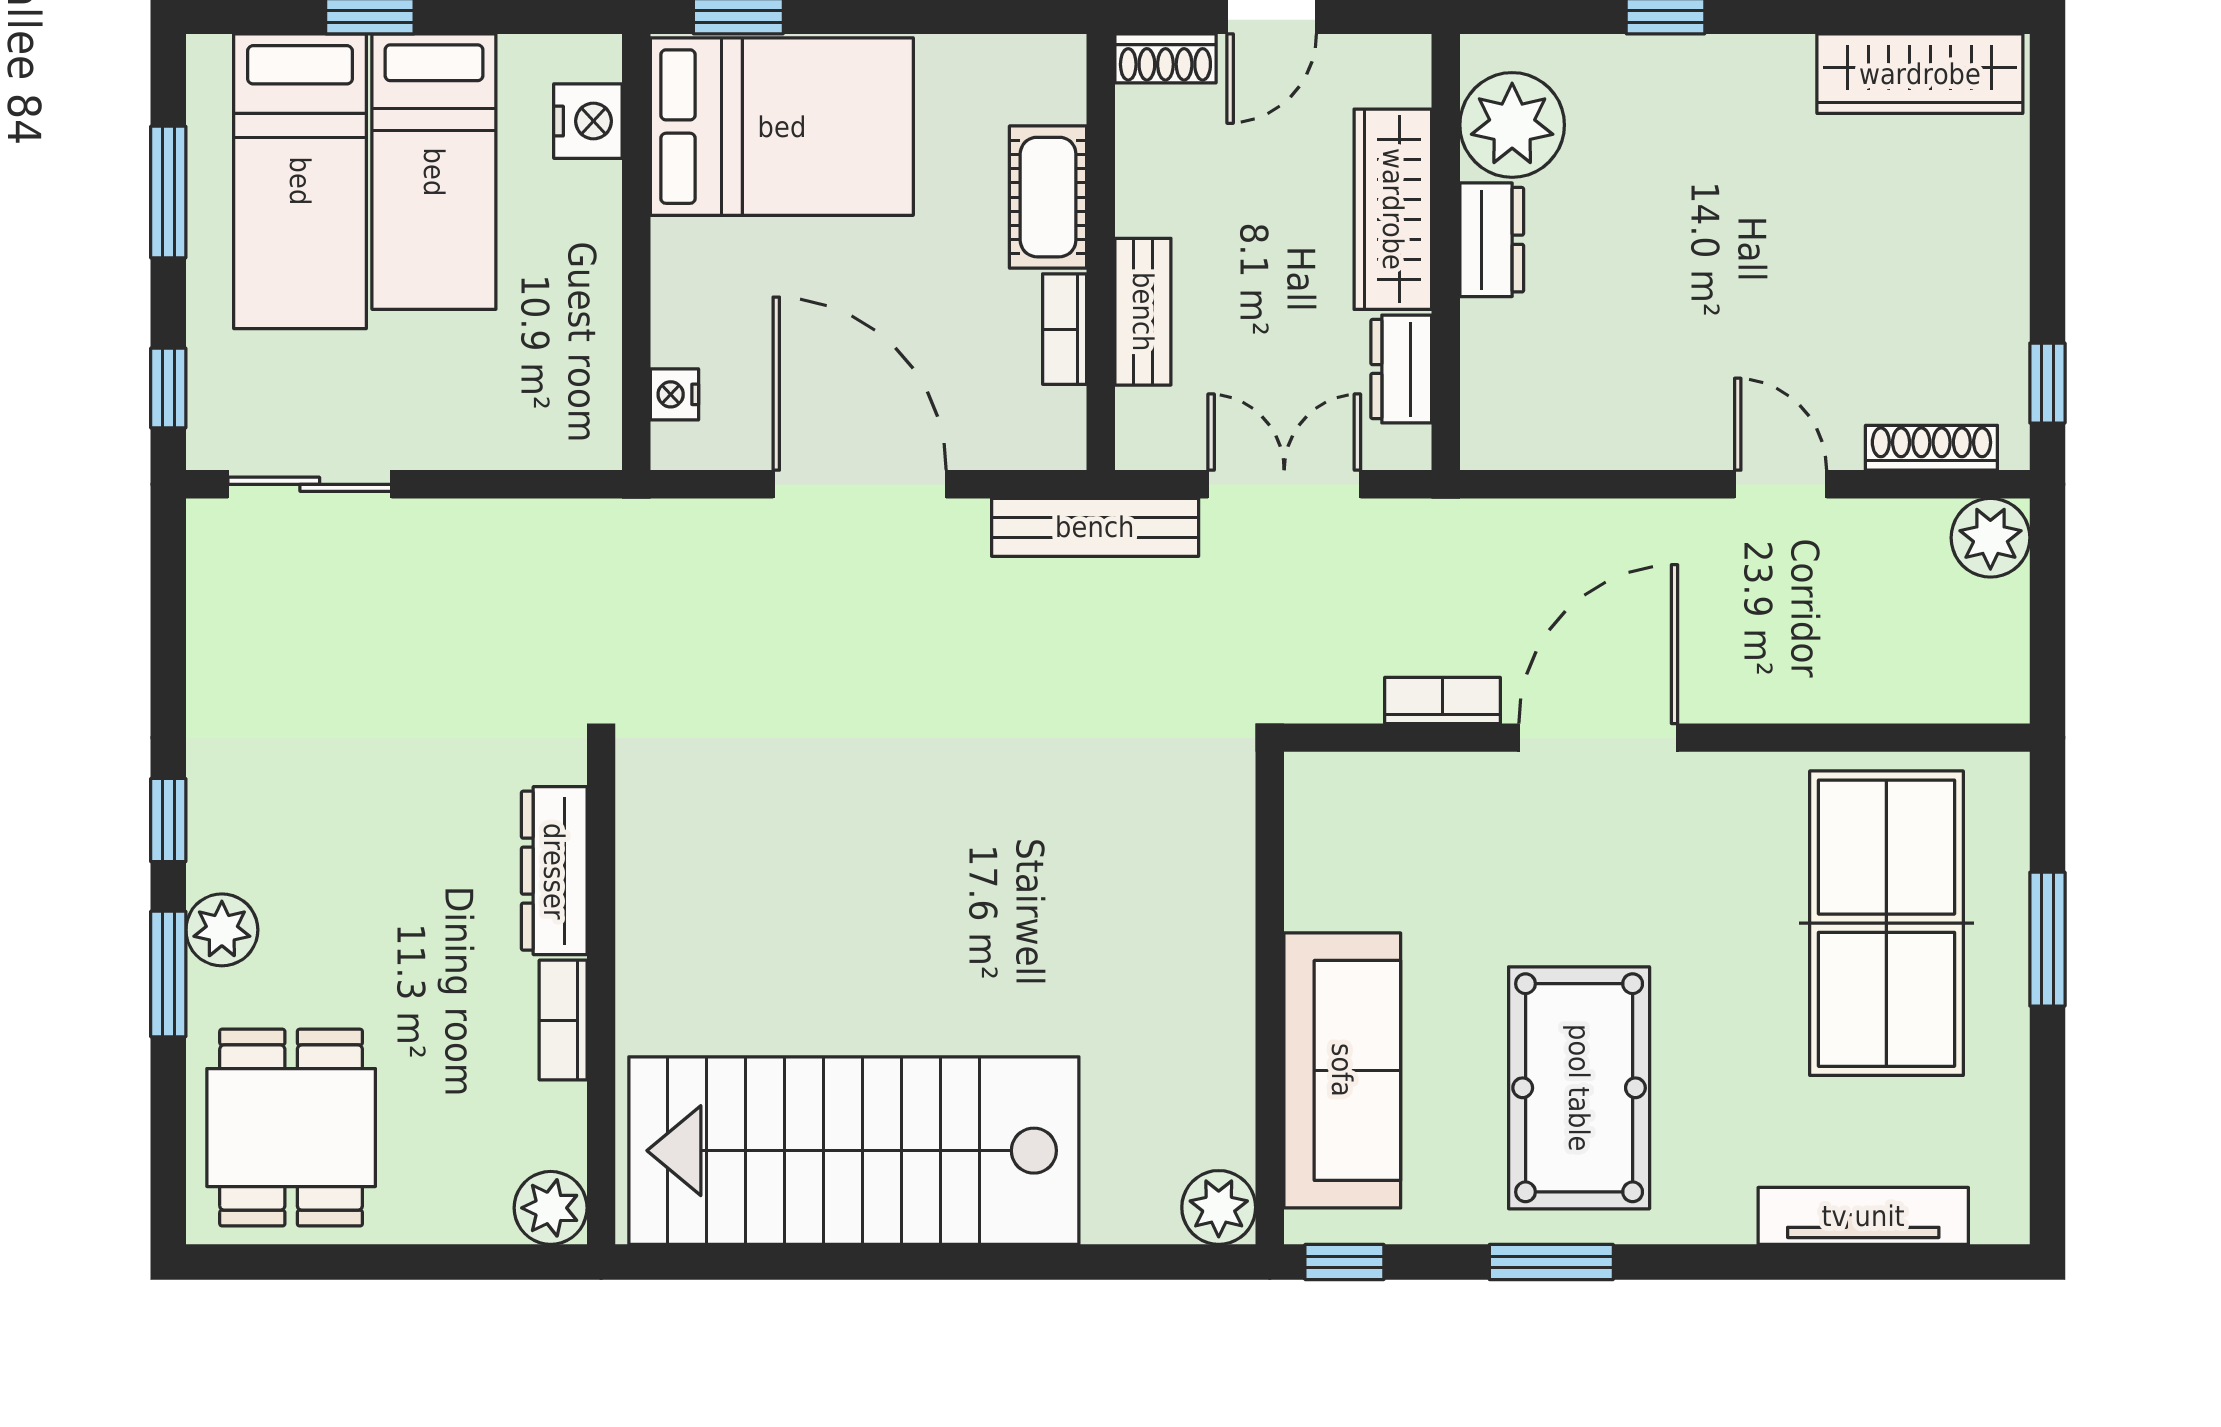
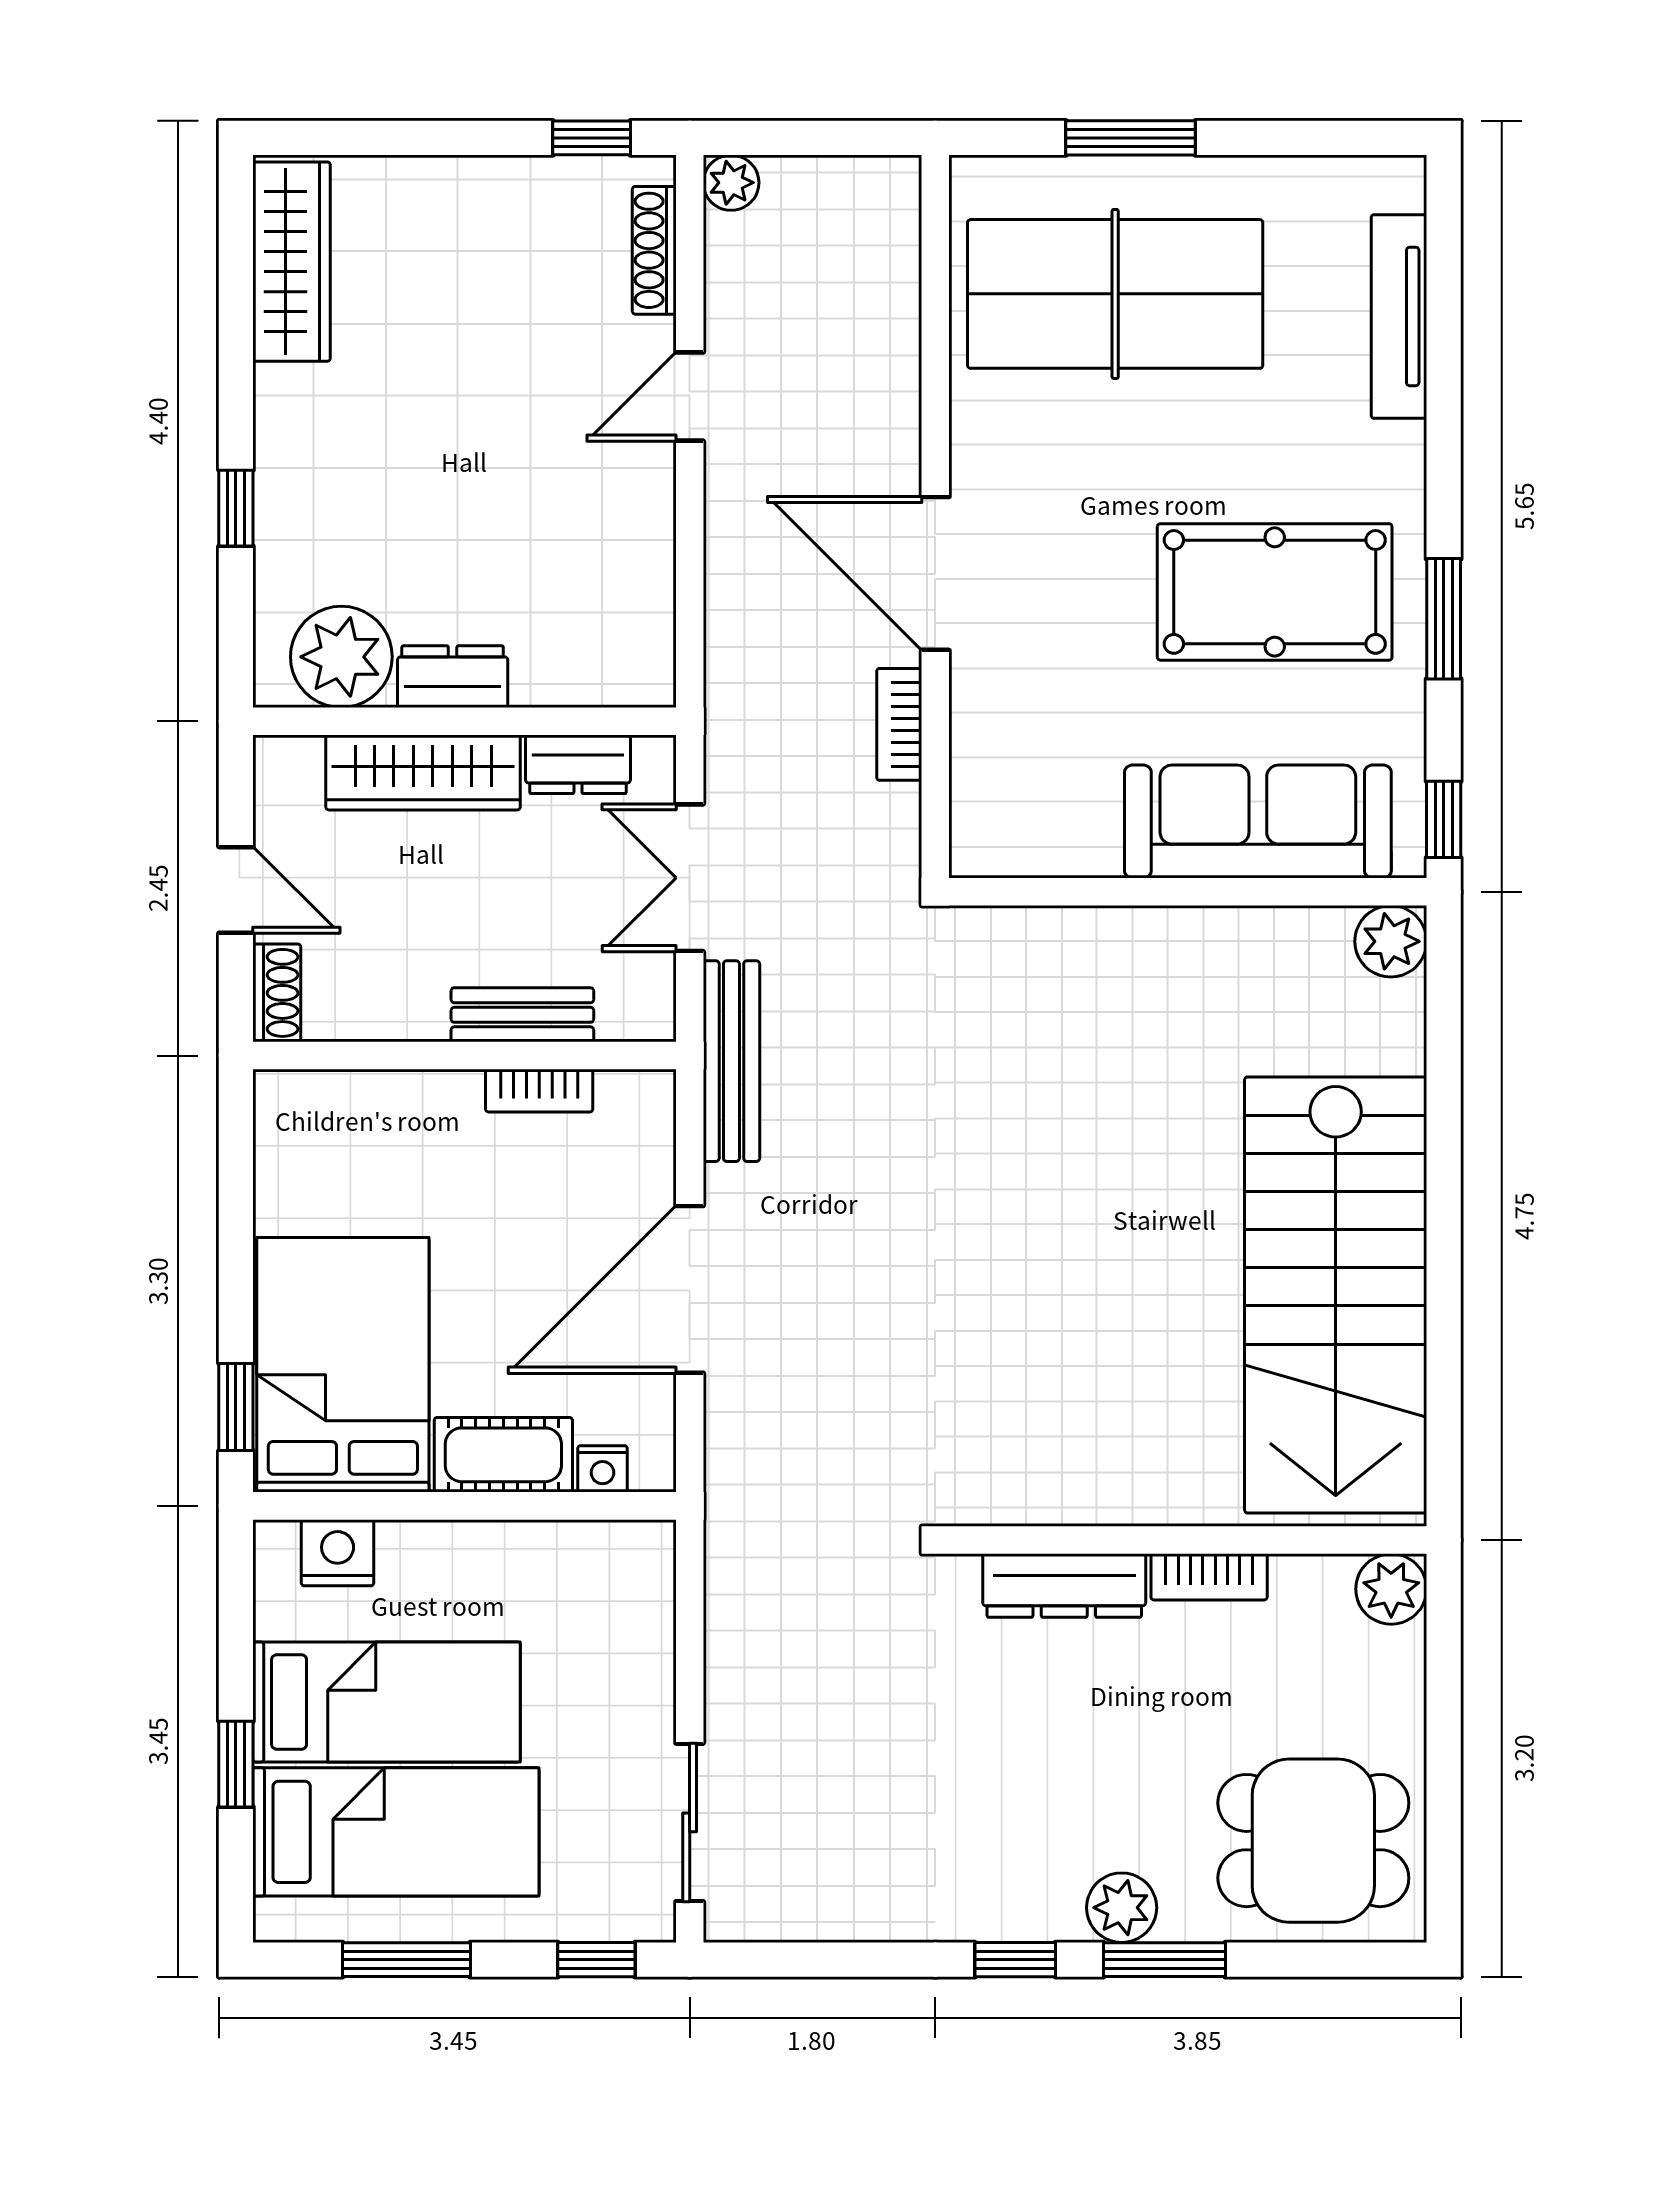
cot: (1048, 197) -> (503, 1455), moved
plant: (1990, 538) -> (731, 183), width x0.73, depth x0.73

